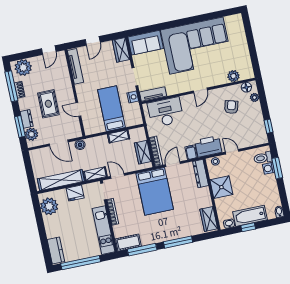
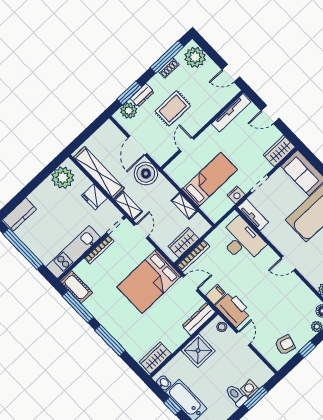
armchair: (231, 107) -> (285, 345), moved
window: (268, 126) -> (307, 349), moved
boiler: (80, 145) -> (146, 174), width x1.86, depth x1.86
toilet: (263, 158) -> (236, 396), moved

